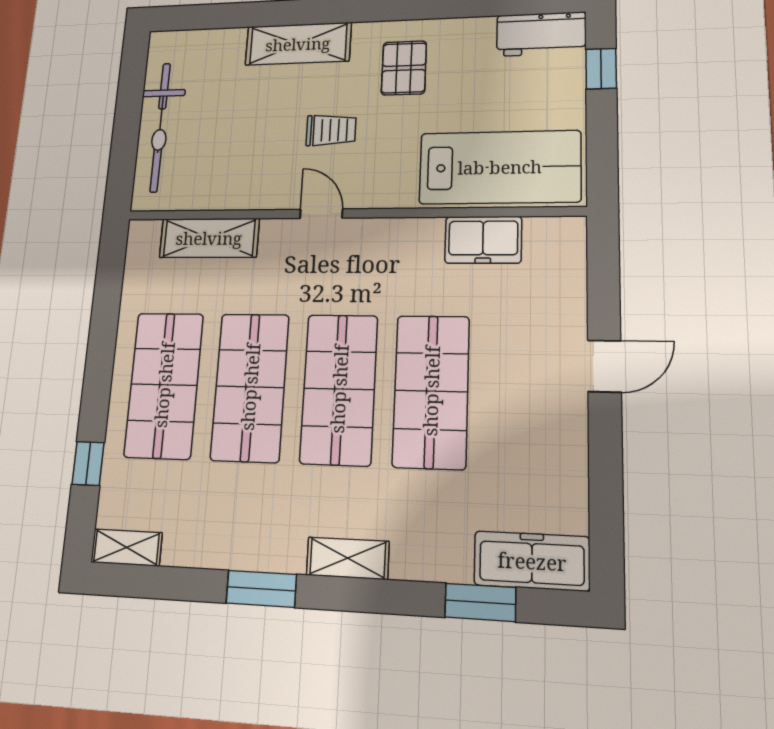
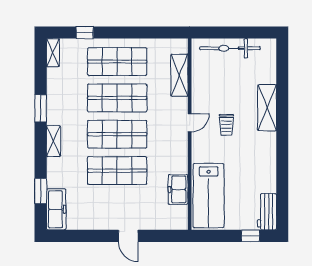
pallet: (404, 68) -> (254, 155), removed

